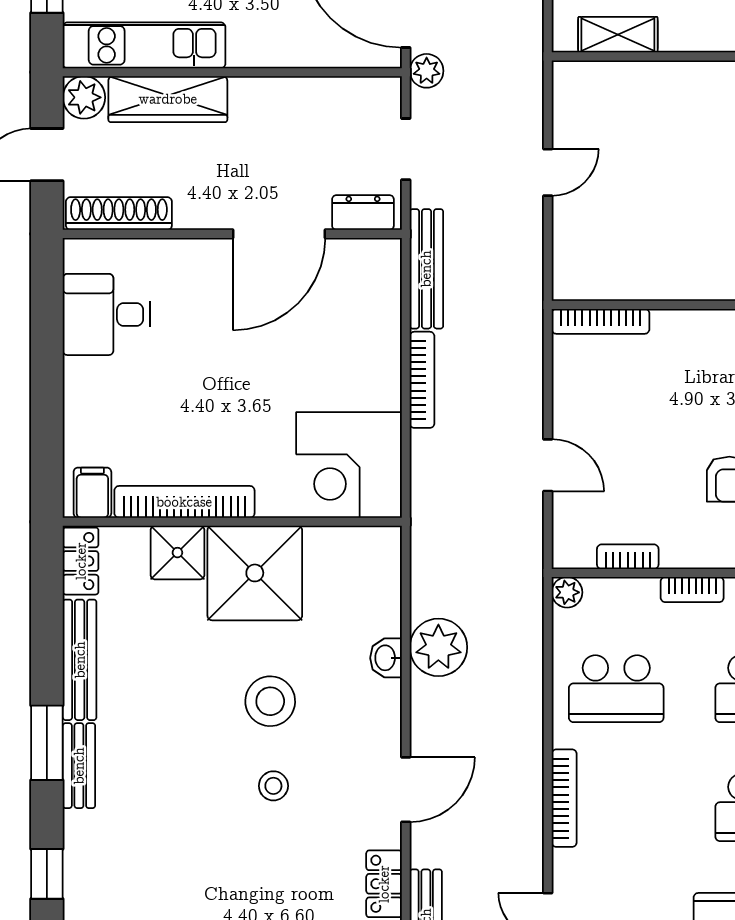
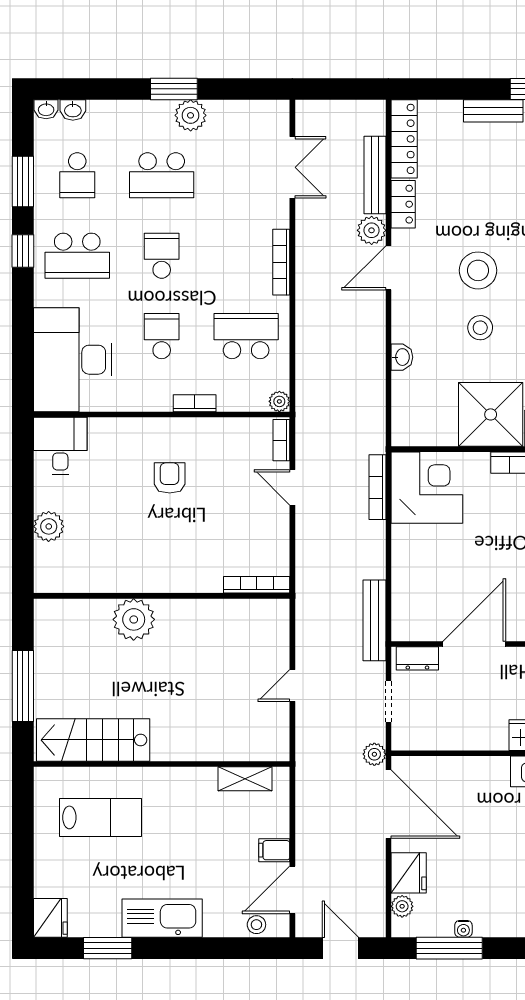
bookcase: (422, 380) -> (377, 487), moved
bookcase: (628, 557) -> (281, 440), moved, turned 90
plant: (438, 647) -> (372, 230), moved, width x0.73, depth x0.73
stool: (270, 701) -> (480, 328), width x0.73, depth x0.73
stool: (273, 786) -> (478, 270), width x1.89, depth x1.89

